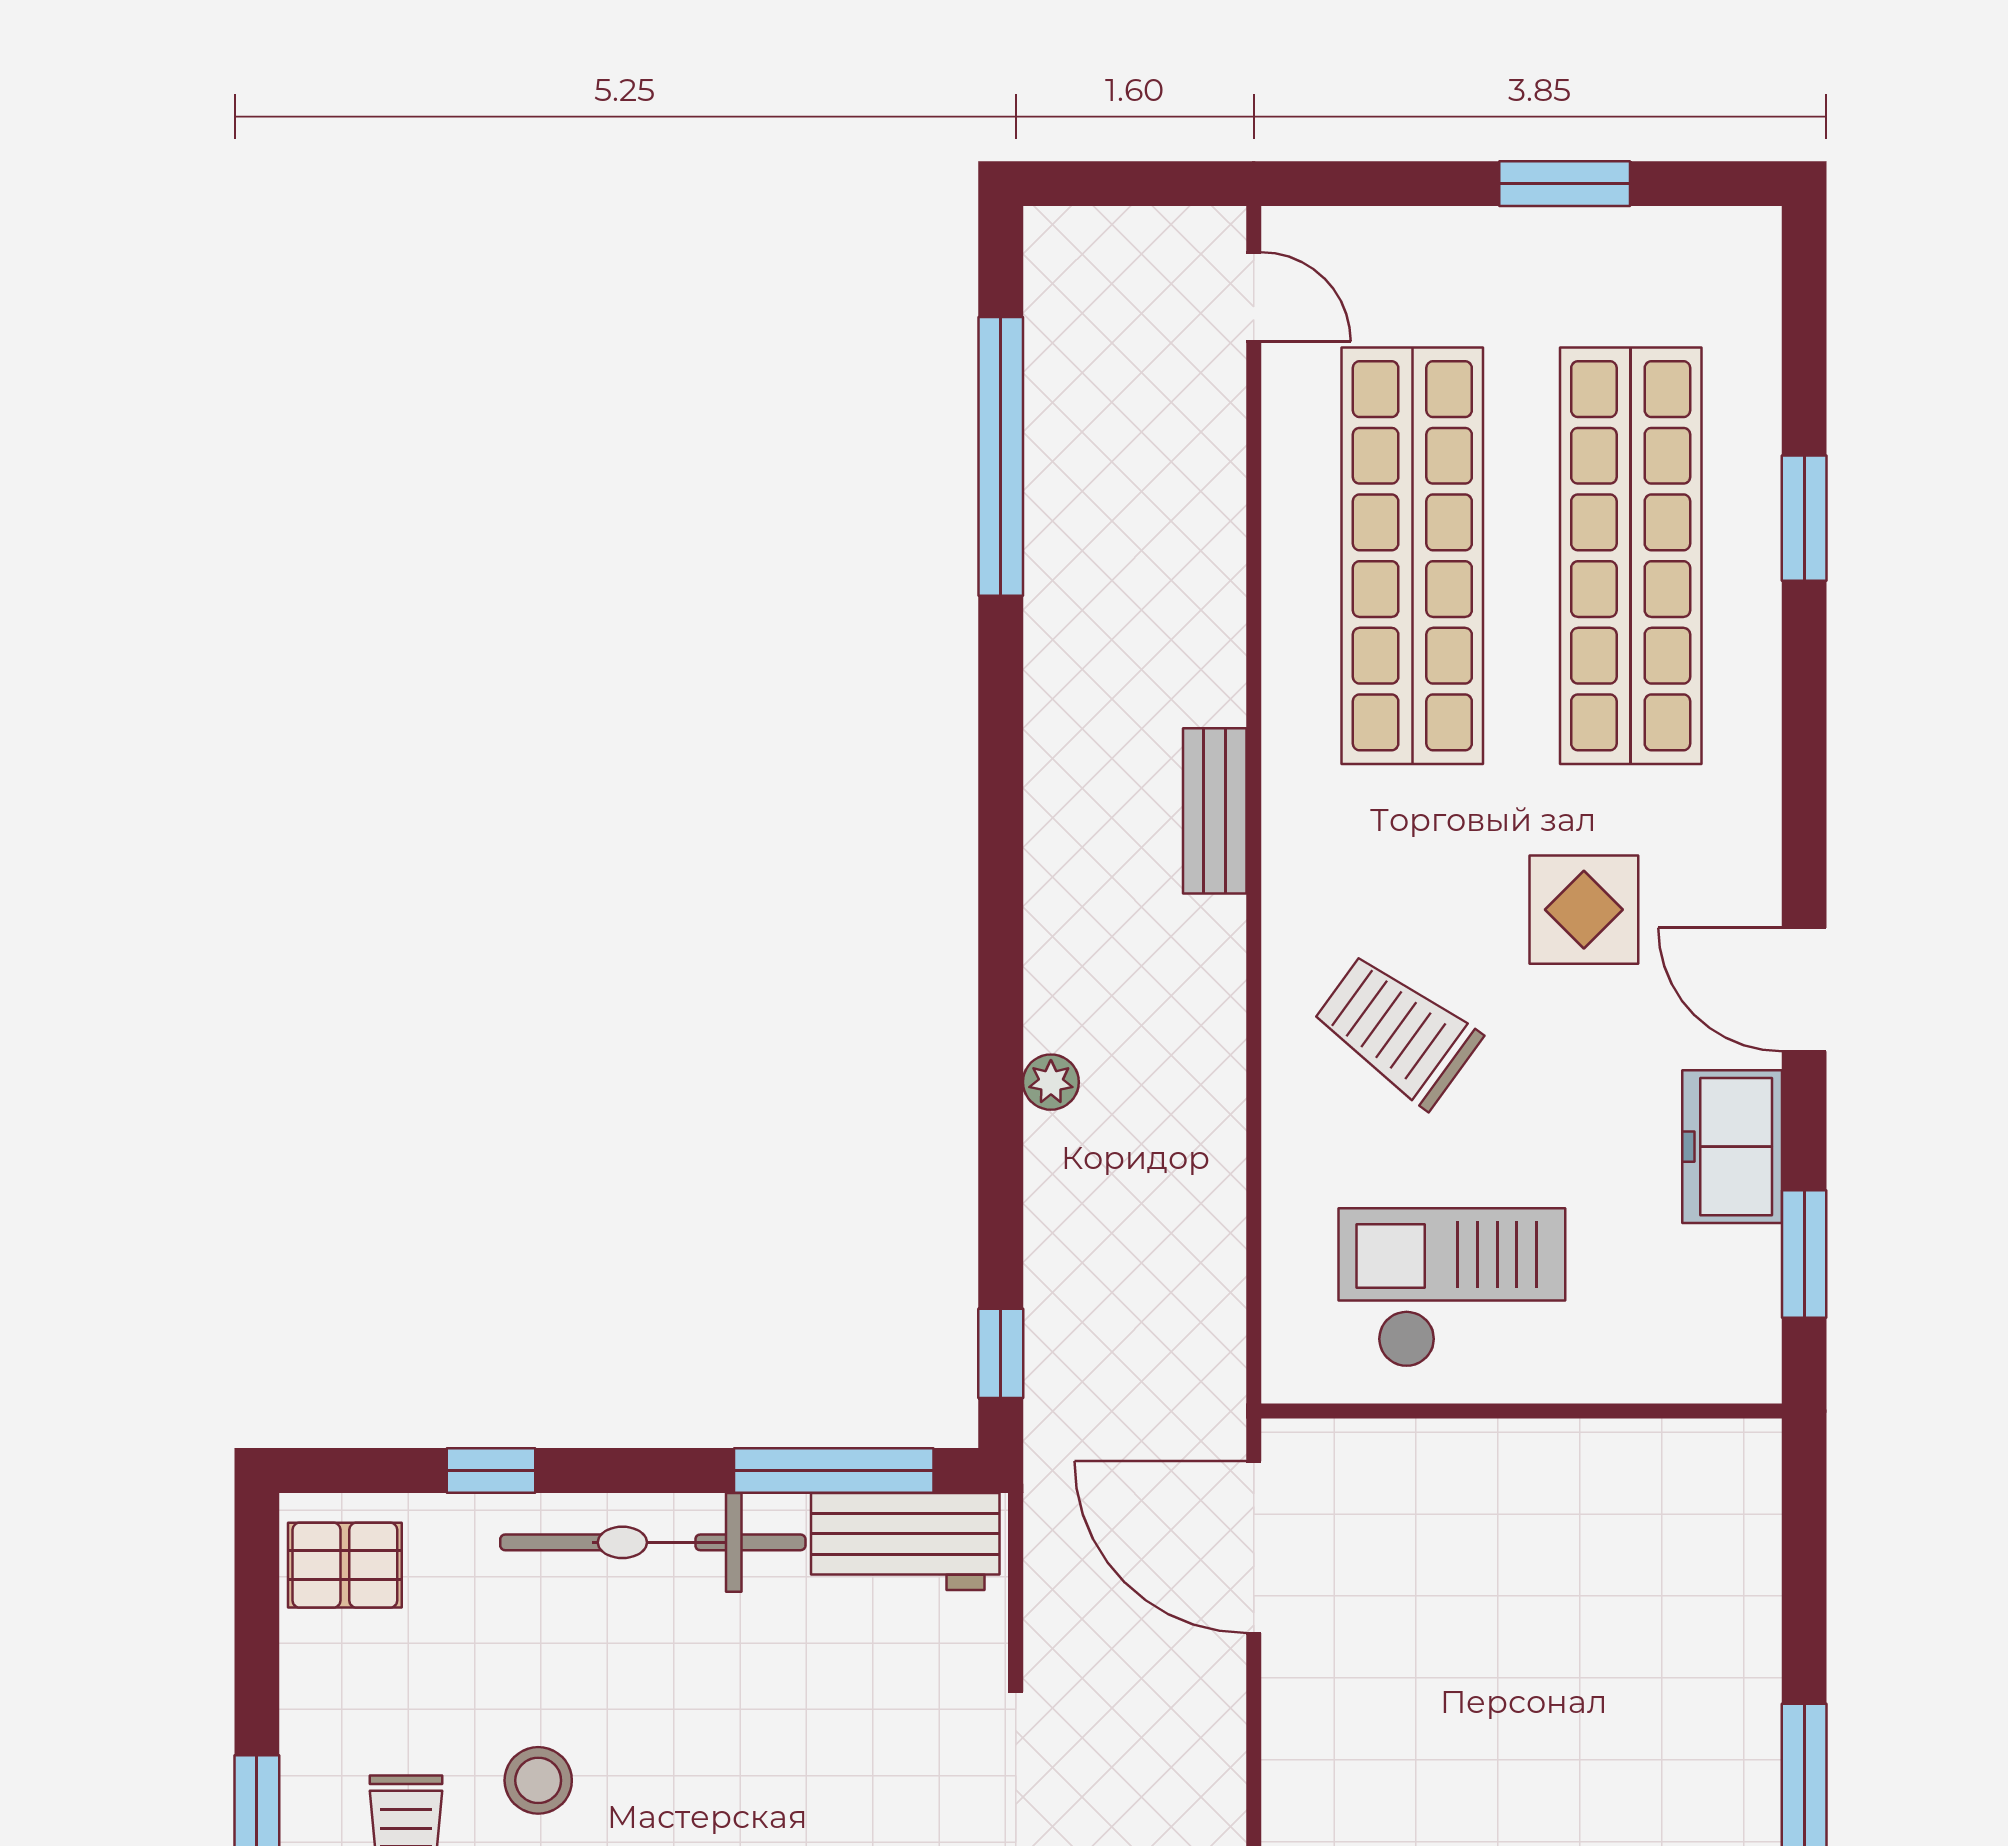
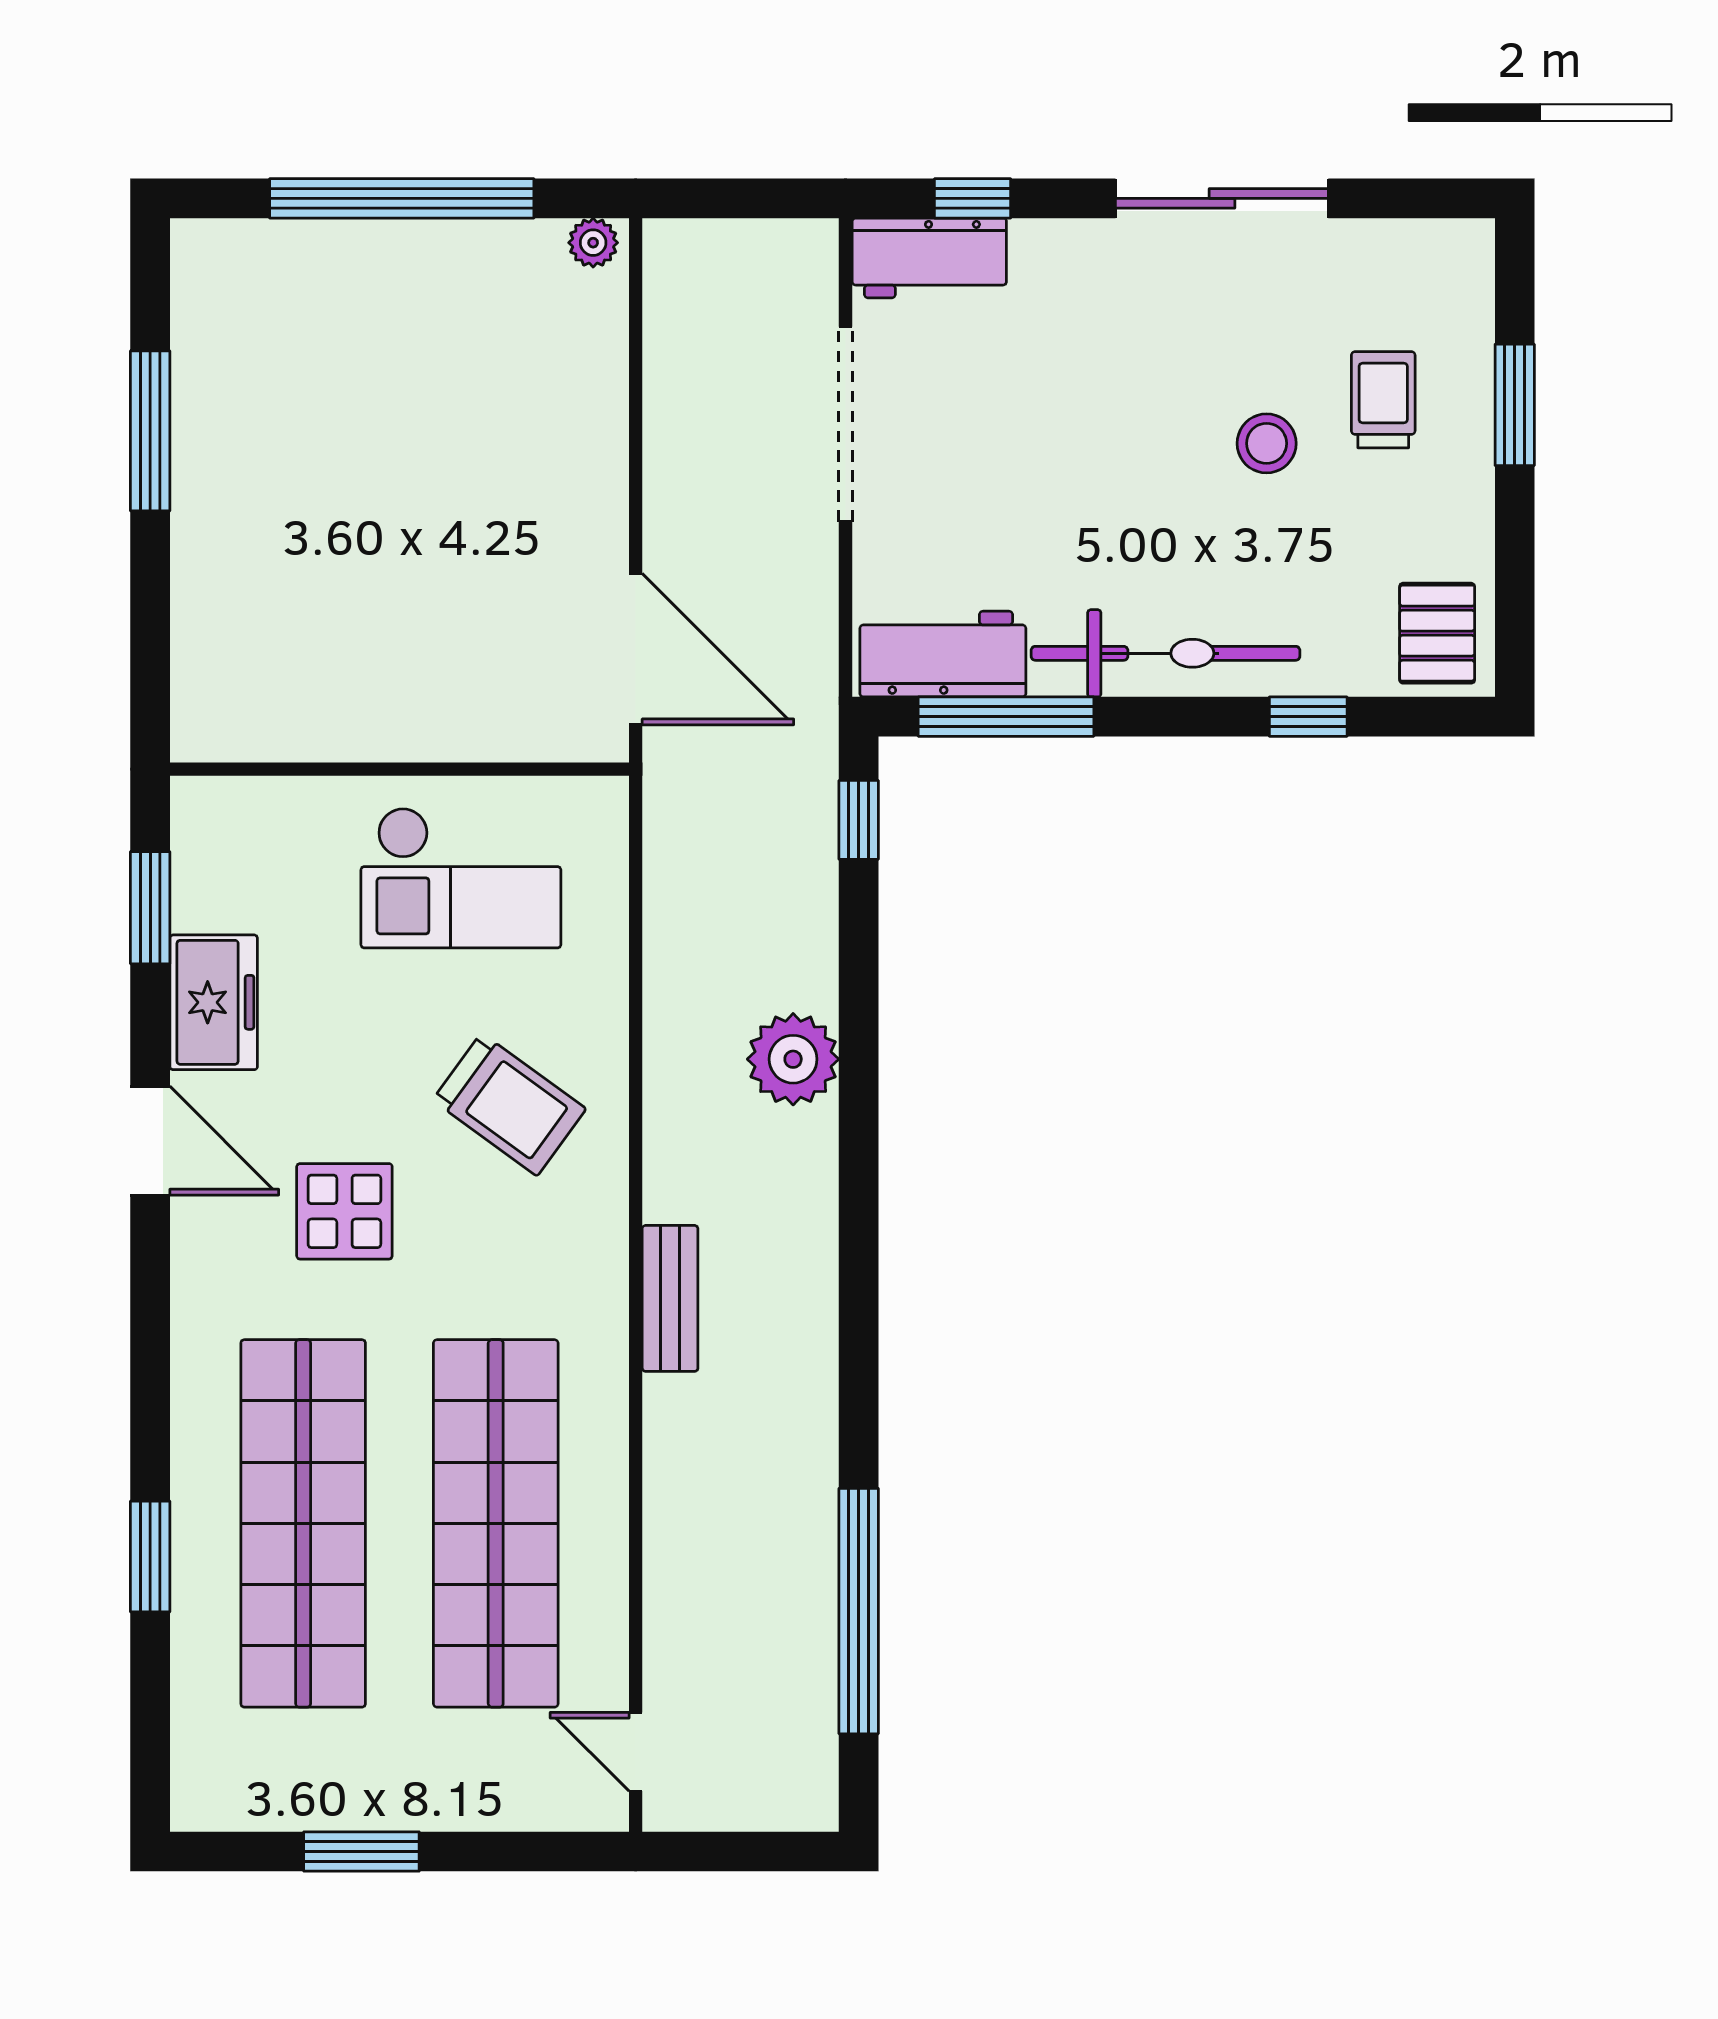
plant: (1051, 1082) -> (793, 1059), width x1.87, depth x1.87
pallet: (345, 1565) -> (1437, 633), turned 90

